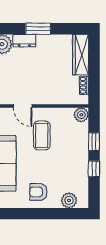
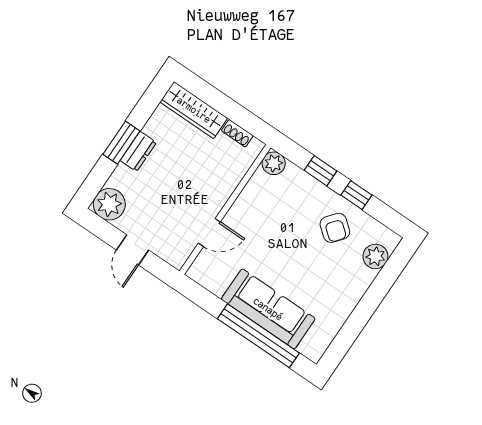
dresser: (24, 41) -> (138, 151), moved
coffee table: (42, 135) -> (265, 234), removed
armchair: (38, 192) -> (335, 228), moved, turned -51

